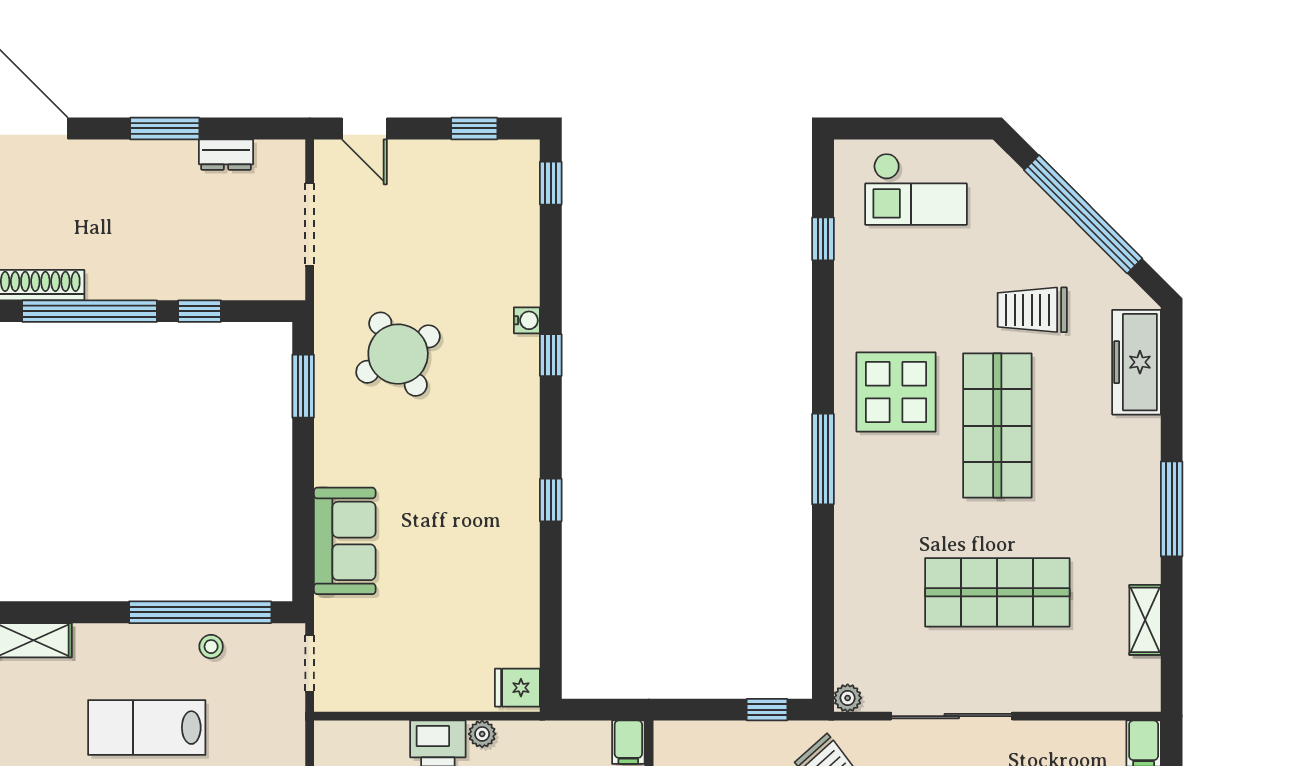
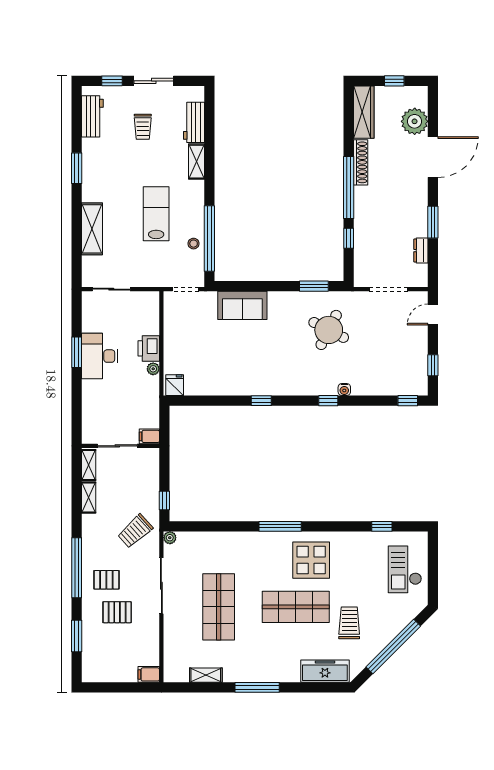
round table: (398, 354) -> (329, 330), turned -33

